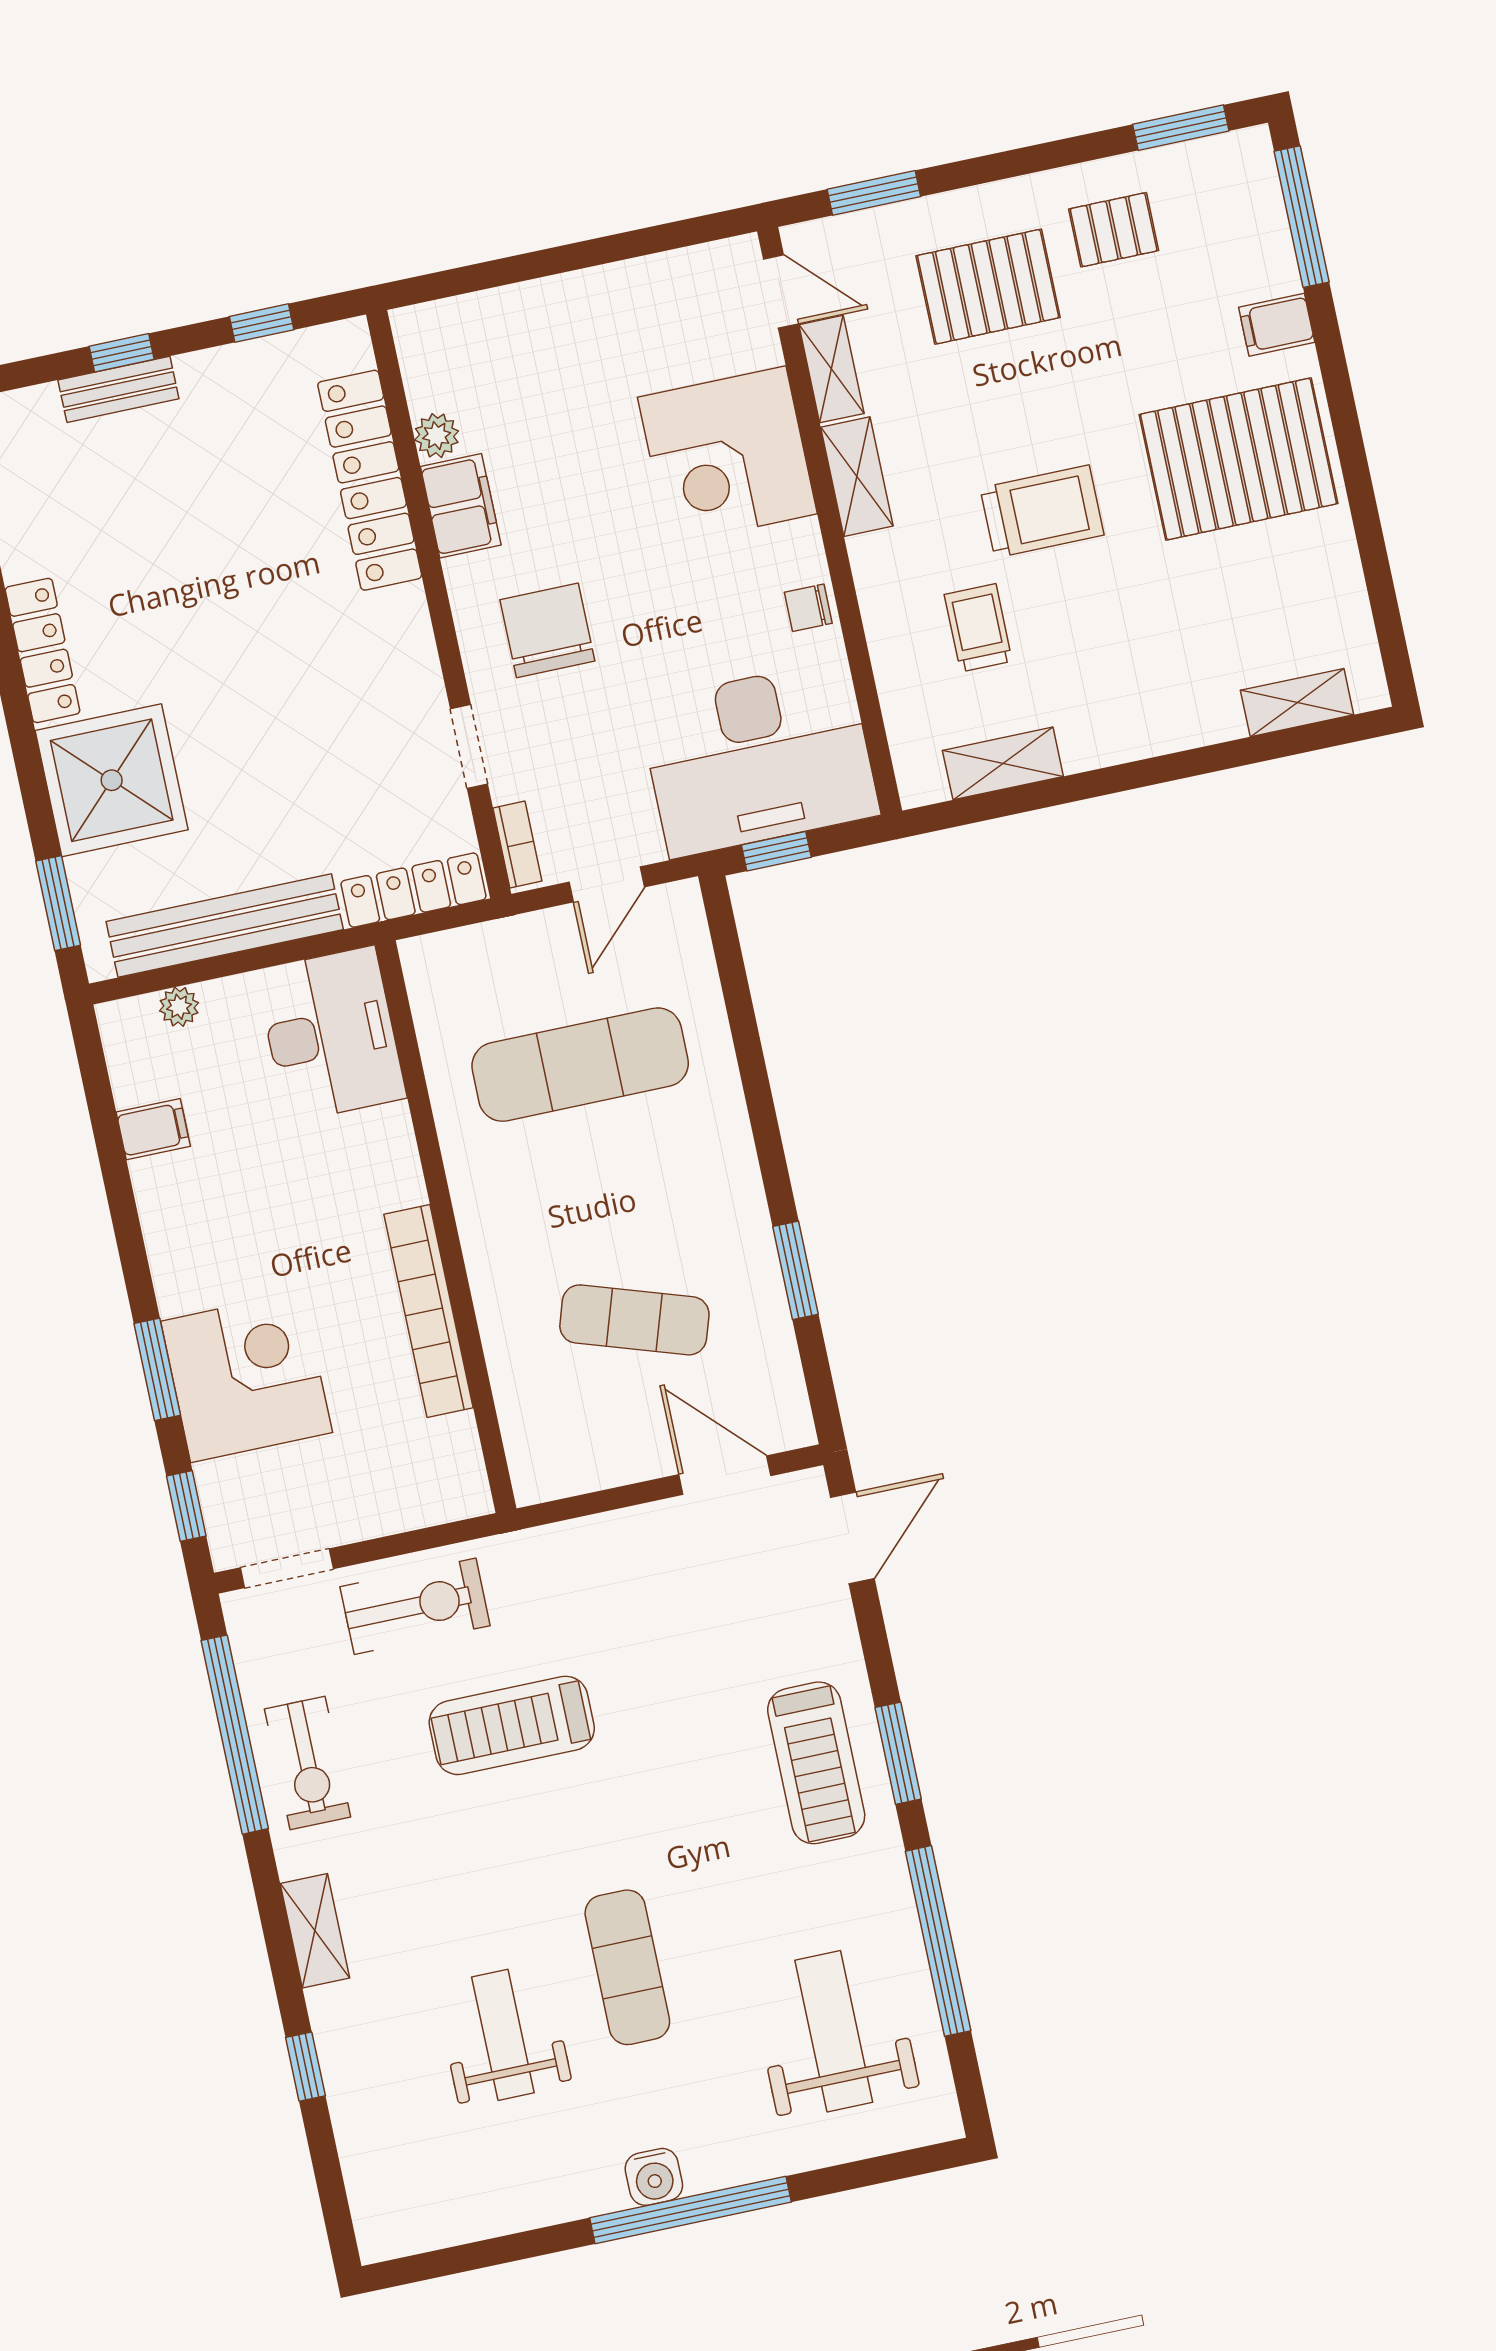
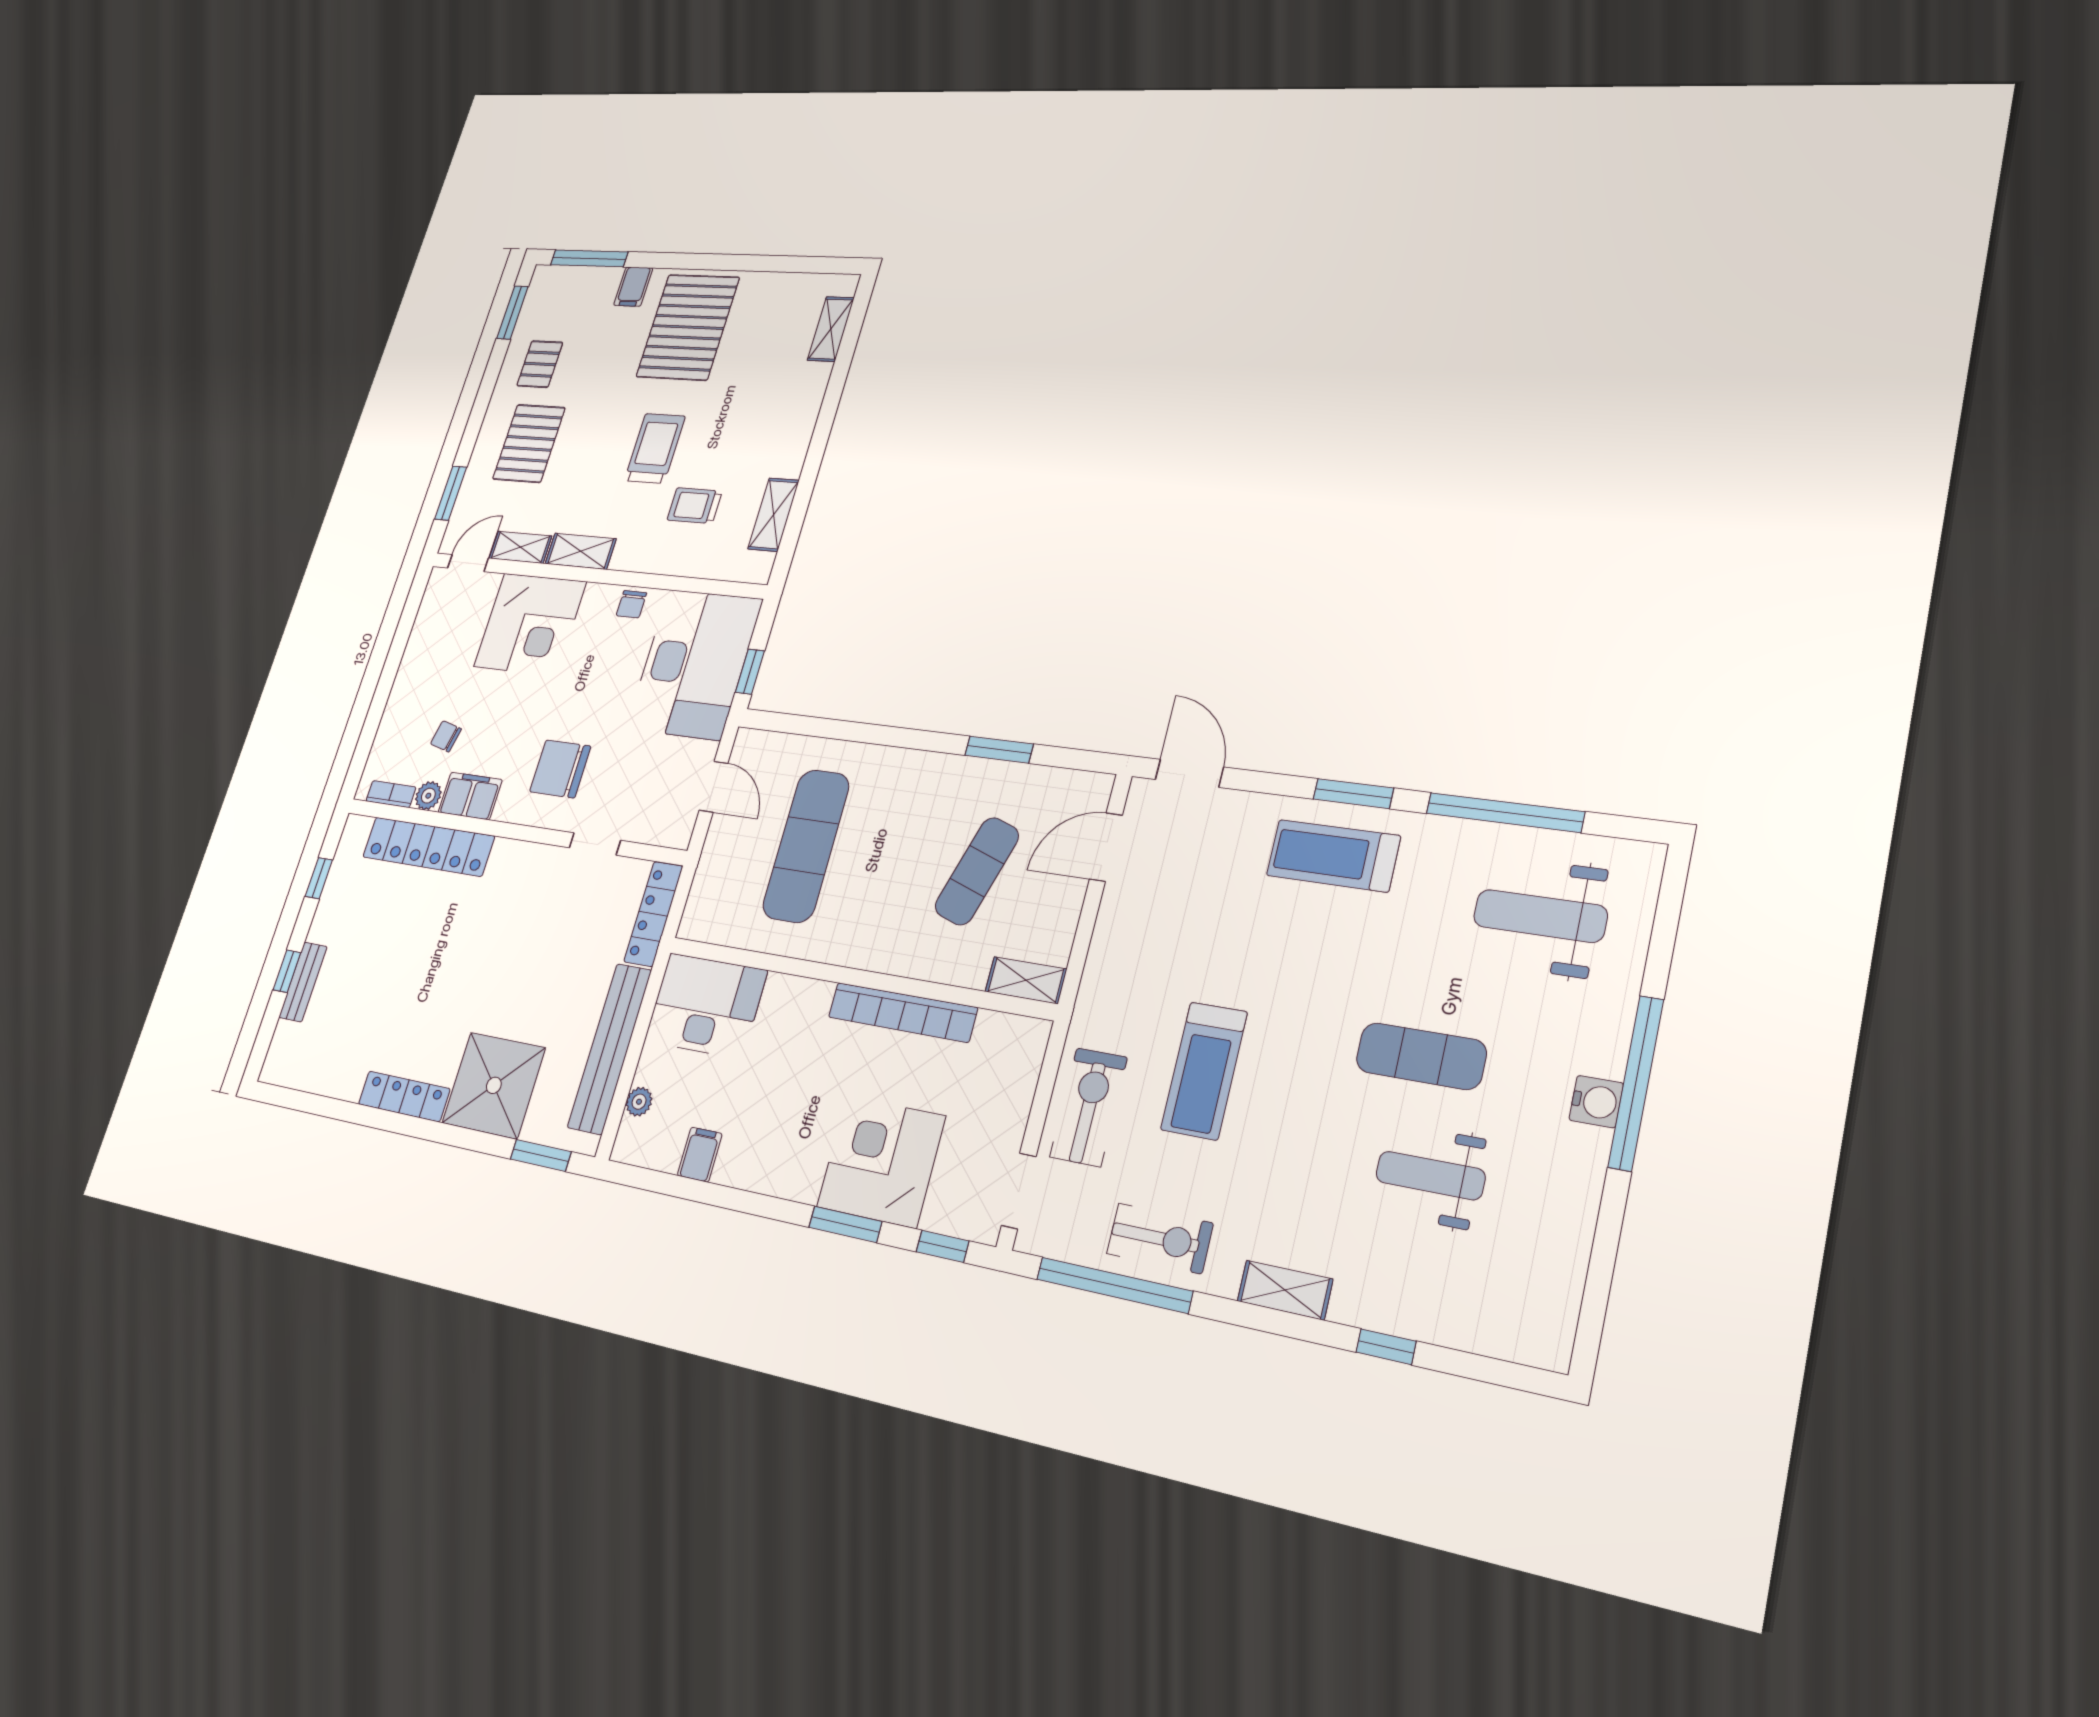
chair: (527, 413) -> (446, 736), added
bookcase: (517, 844) -> (391, 794), moved
shelving: (529, 1453) -> (1026, 980), added
treadmill: (816, 1763) -> (1333, 856), turned 180

